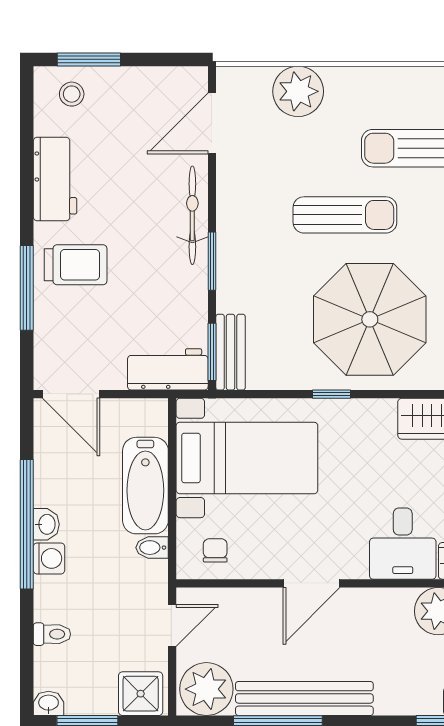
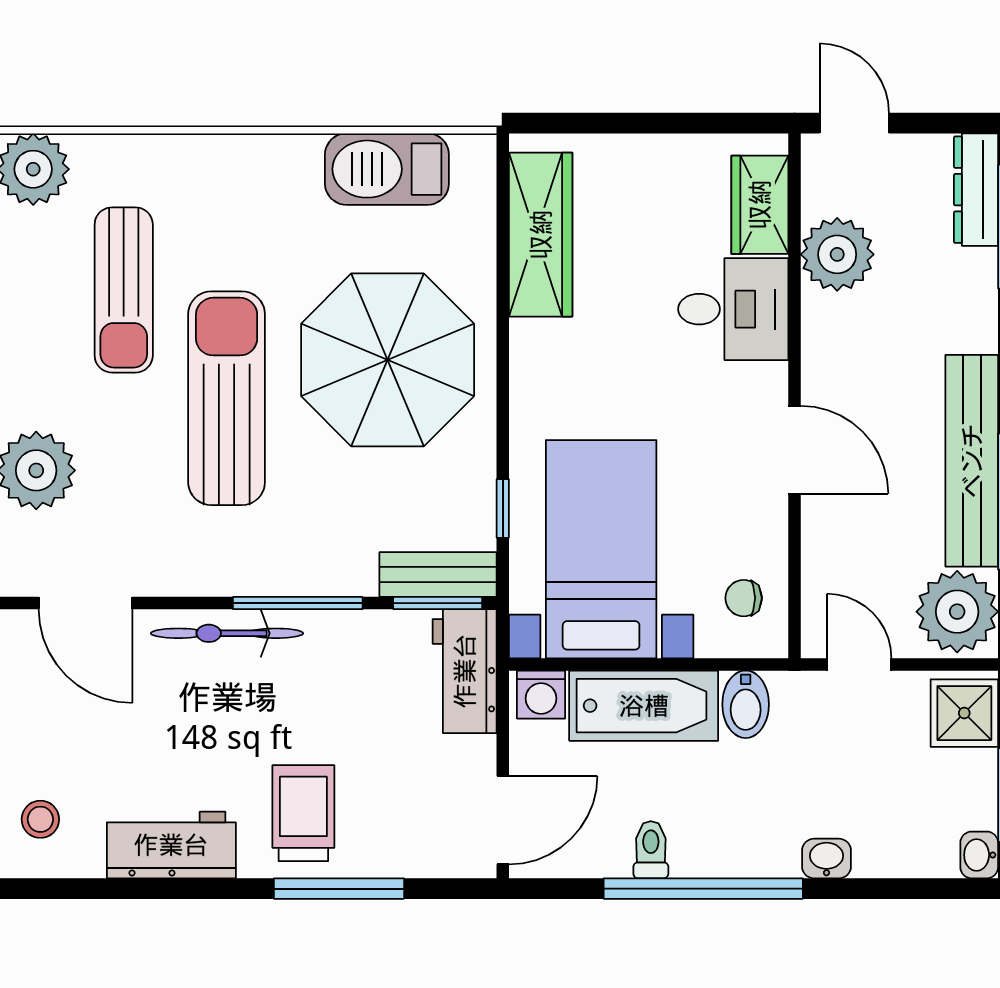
sun lounger: (345, 215) -> (227, 398), width x1.36, depth x1.34
window: (212, 261) -> (298, 603), width x1.44
window: (331, 394) -> (503, 508), moved
washbasin: (46, 524) -> (826, 859), moved
bidet: (152, 548) -> (746, 704), width x1.38, depth x1.36
washing machine: (49, 558) -> (541, 695), moved, turned 180
toilet: (52, 634) -> (651, 850), moved

